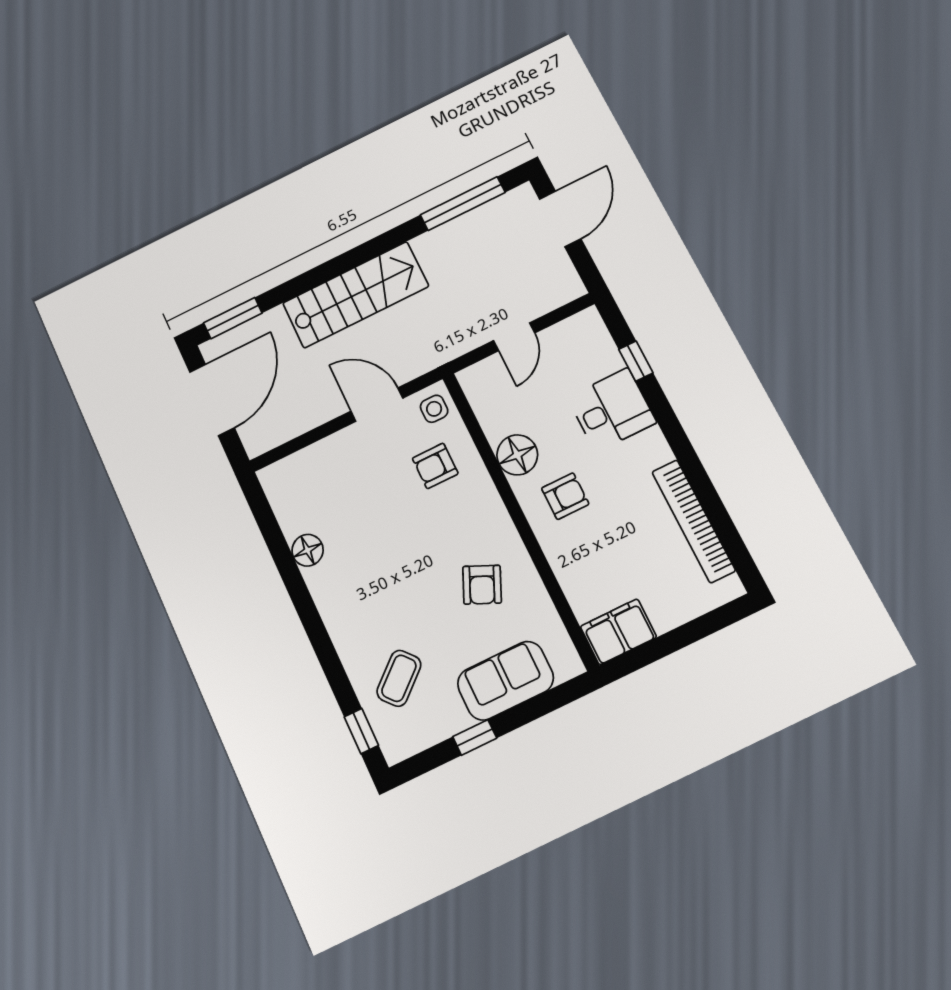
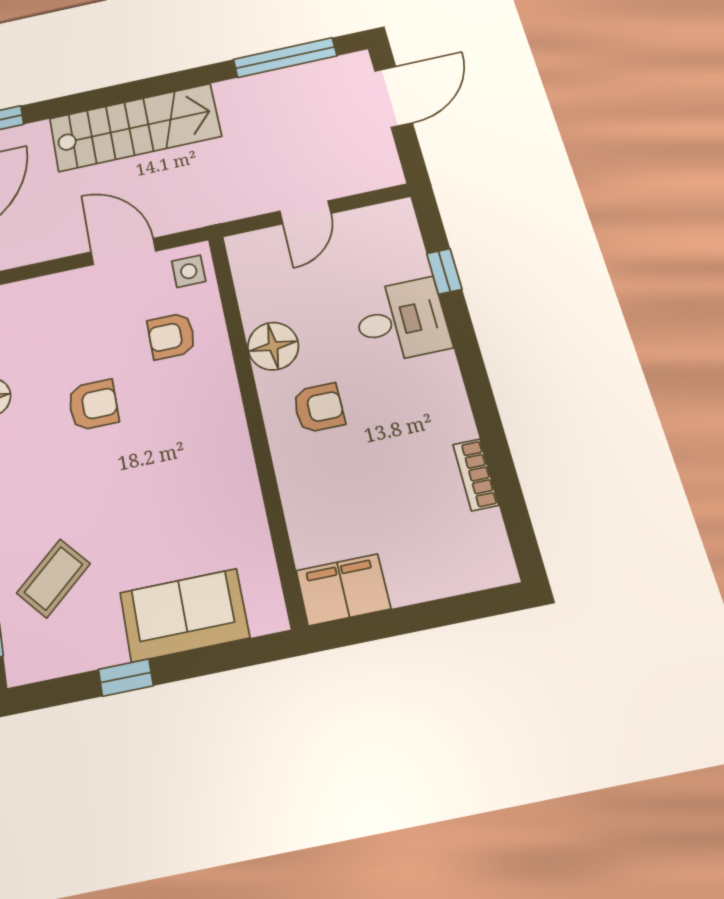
bookcase: (693, 521) -> (476, 475), width x0.43, depth x0.76
armchair: (482, 585) -> (93, 405), moved, turned -114

